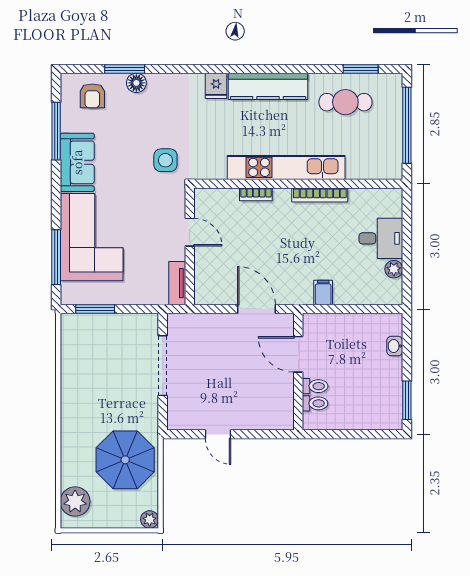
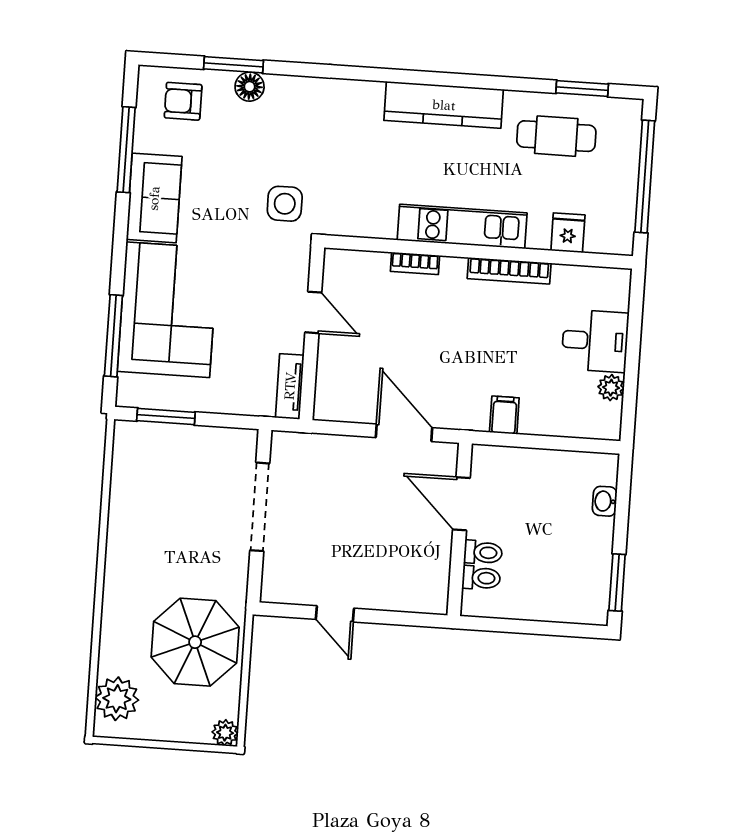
fridge: (216, 86) -> (568, 233), moved, turned 180
armchair: (92, 96) -> (183, 101), turned 90
kitchen unit: (286, 167) -> (462, 227), width x0.73

